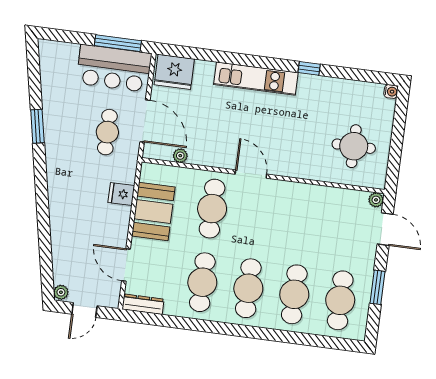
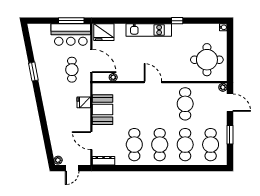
round table: (354, 146) -> (207, 60), width x1.36, depth x1.36
cafe table: (212, 209) -> (185, 104), moved

